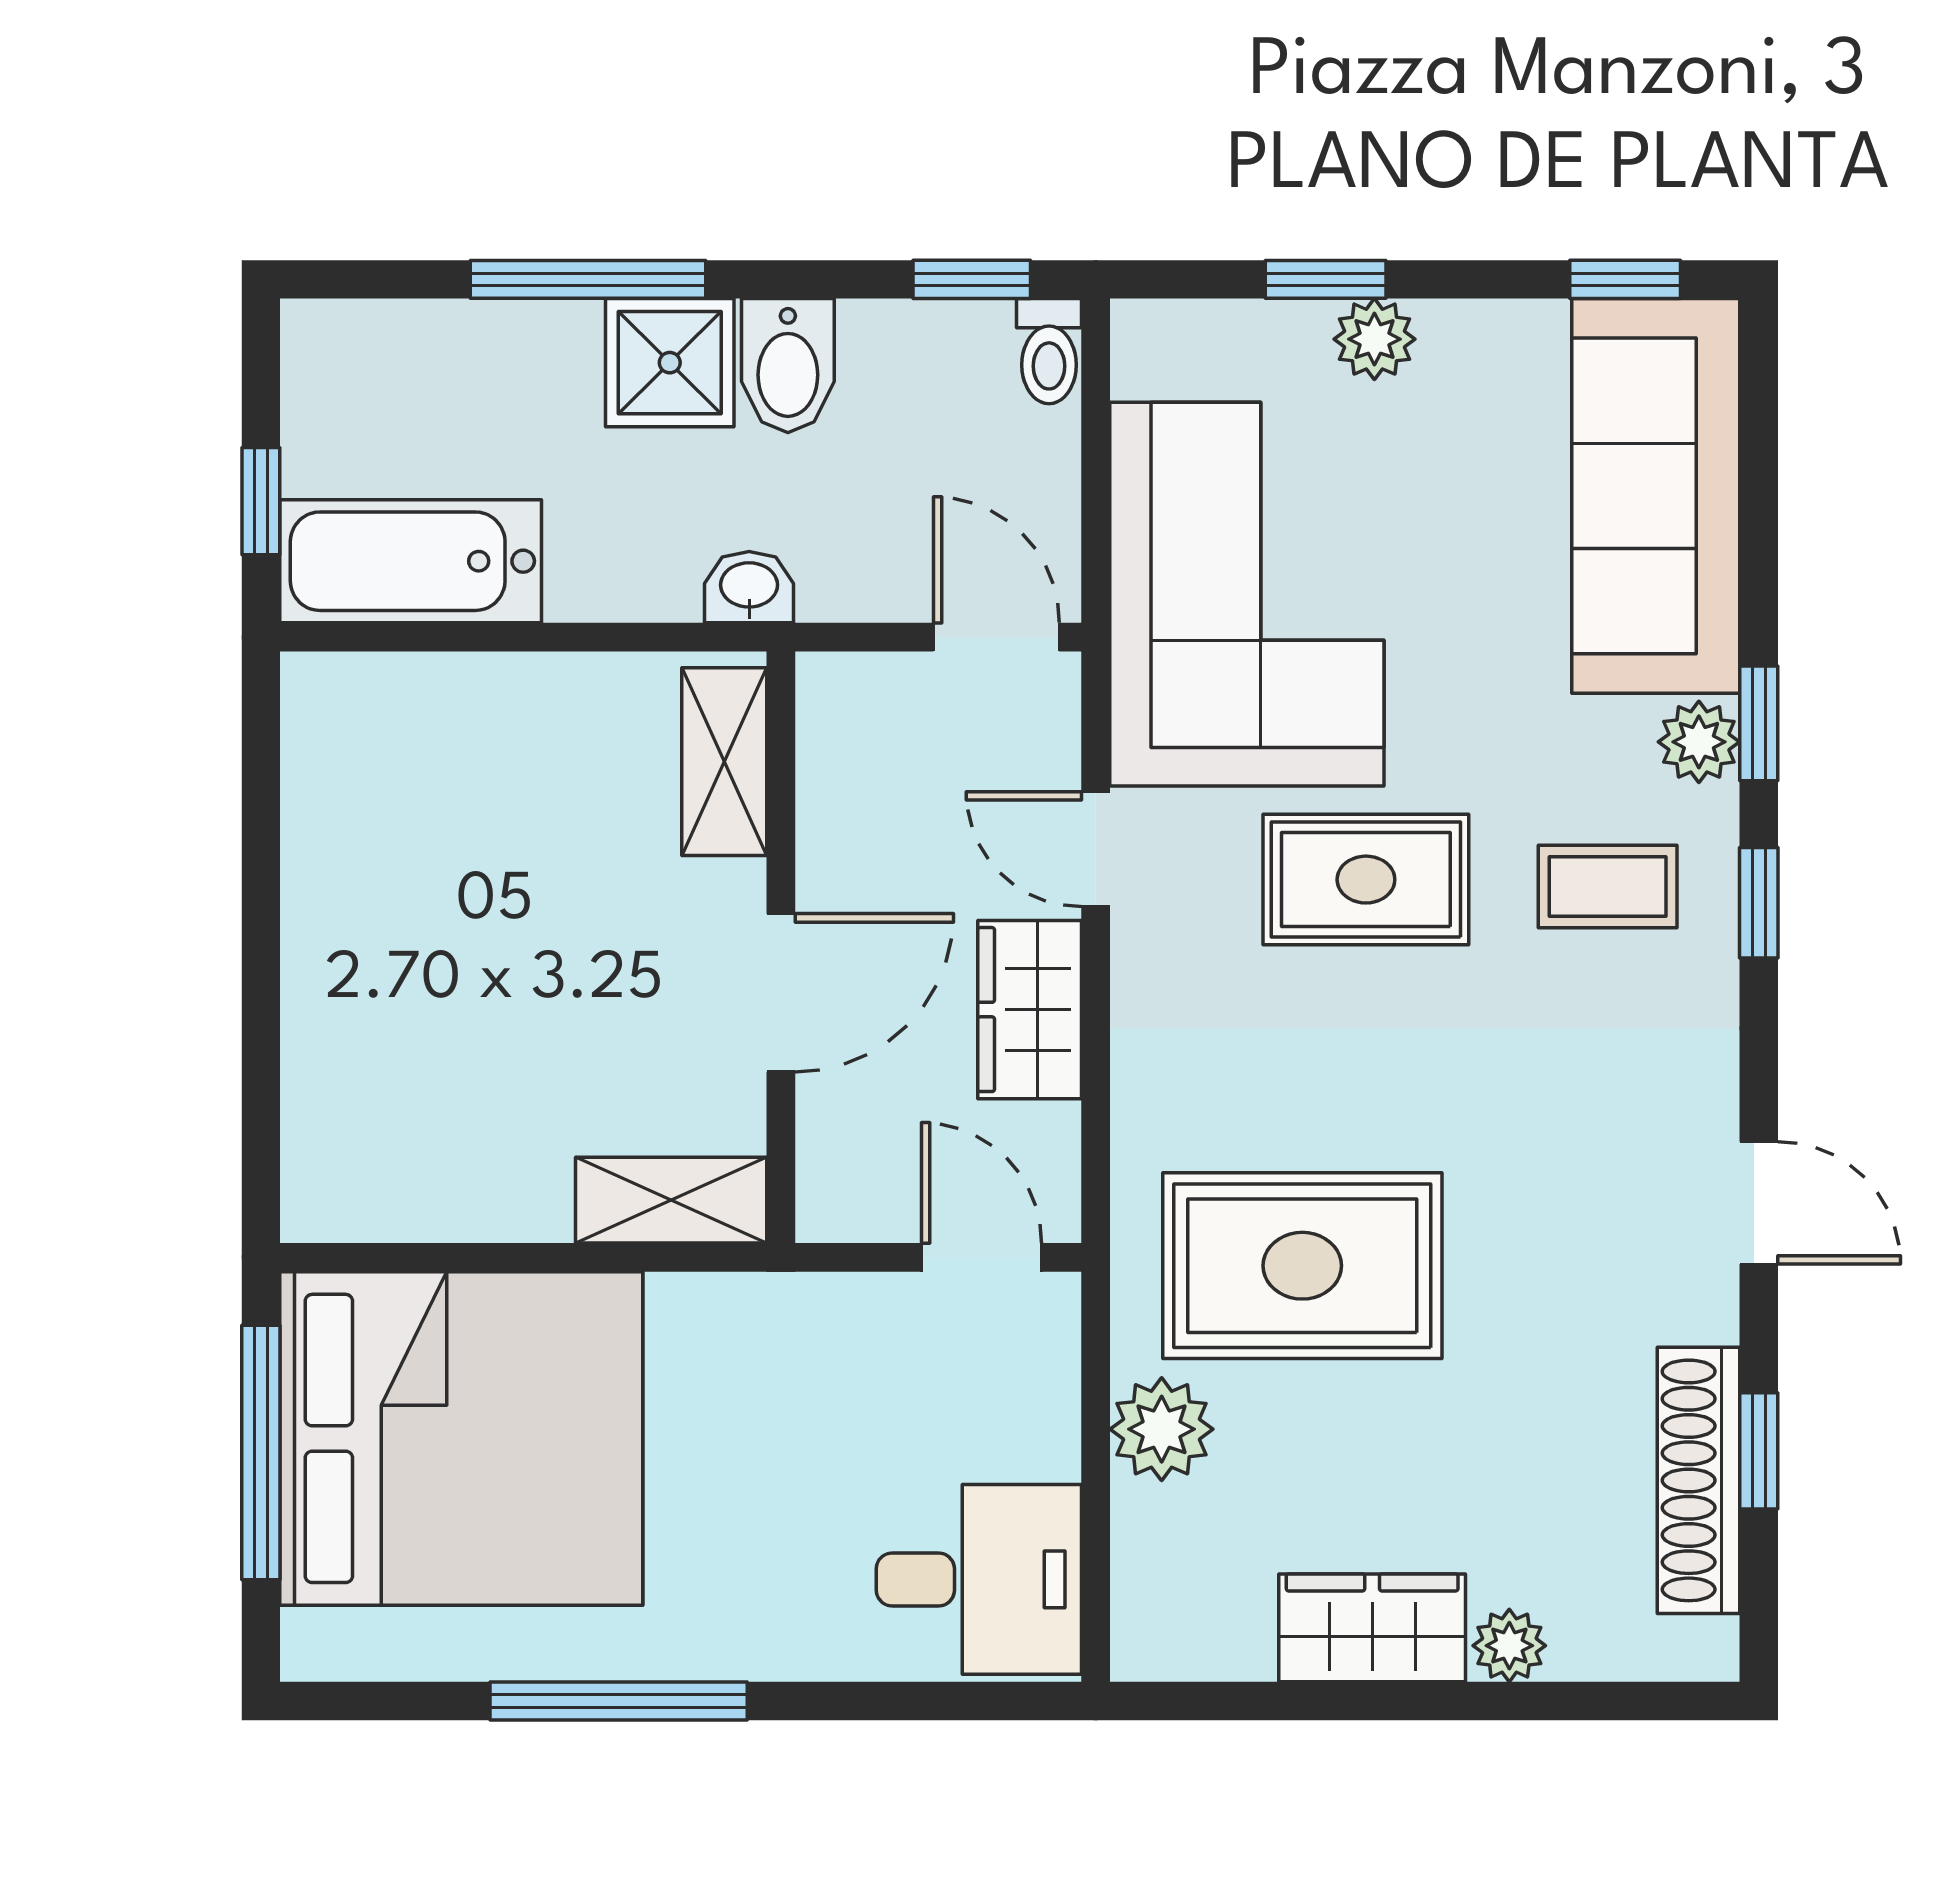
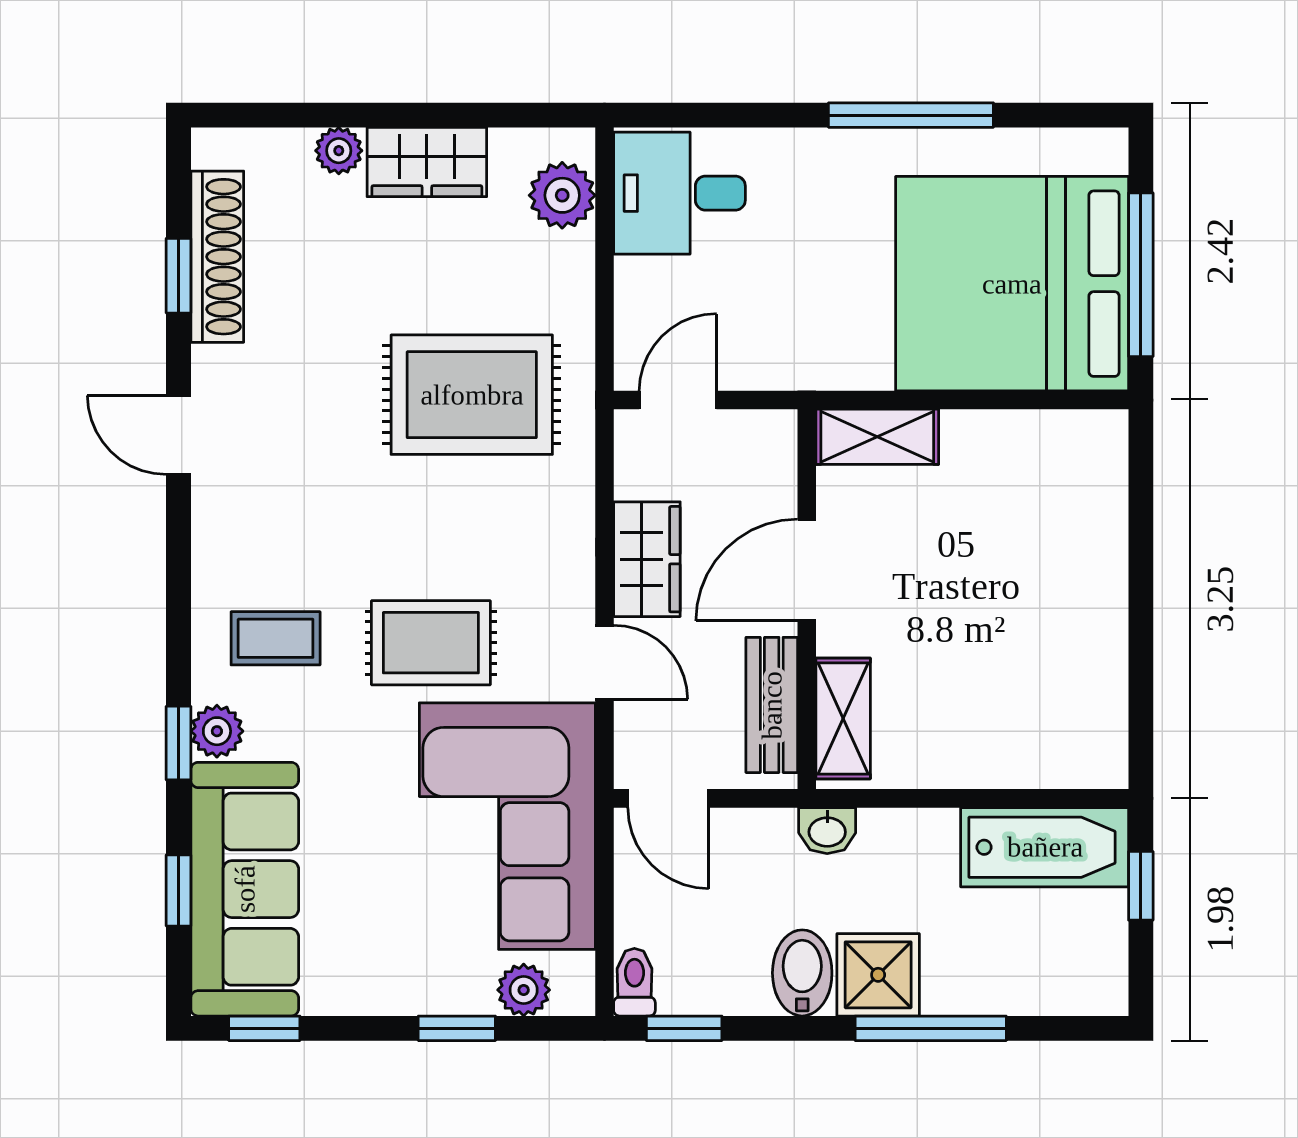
plant: (1374, 339) -> (524, 990), moved
bench: (835, 783) -> (772, 705), added
window: (1759, 903) -> (178, 890), moved
door: (981, 1257) -> (678, 400), swing flipped
plant: (1162, 1429) -> (562, 195), moved

